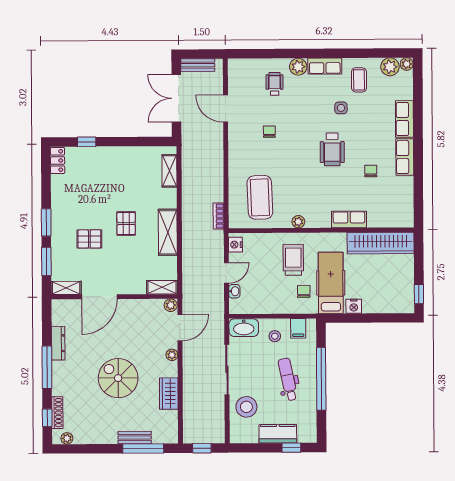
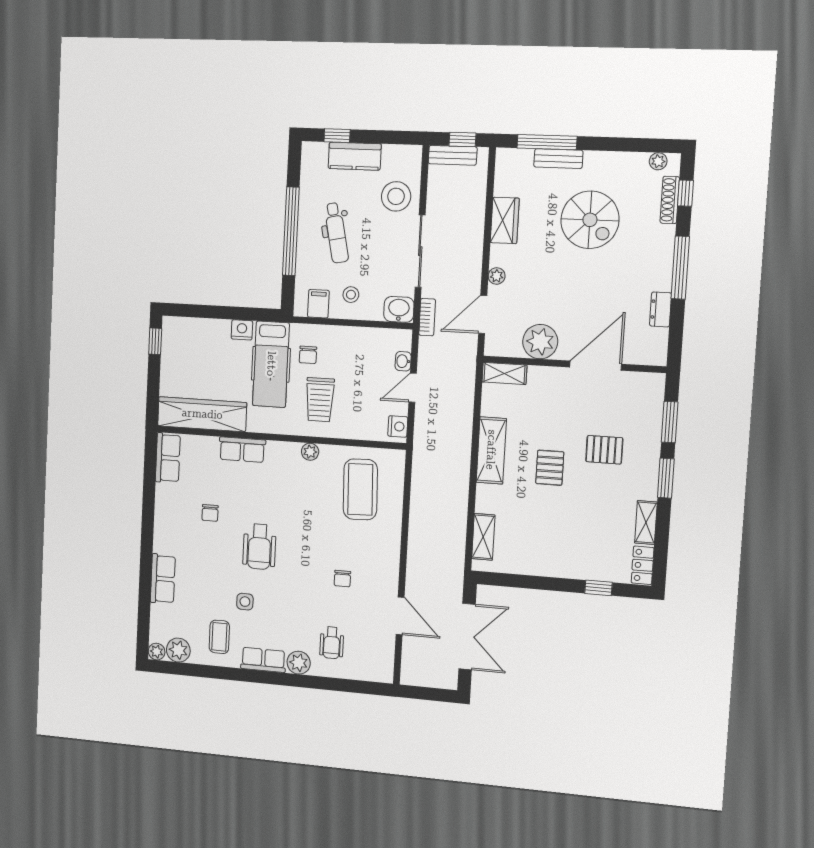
bench: (198, 65) -> (453, 155), moved
wheelchair: (332, 149) -> (259, 547), turned 180
row of seats: (405, 157) -> (168, 458), moved
bookcase: (219, 216) -> (427, 317), moved
shelving: (66, 288) -> (646, 523), moved, turned 90
plant: (171, 305) -> (540, 342), moved, width x1.88, depth x1.88
washbasin: (244, 328) -> (399, 309), width x0.72
dresser: (58, 343) -> (661, 309), width x0.70
spiral stairs: (118, 378) -> (590, 220), moved

